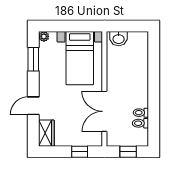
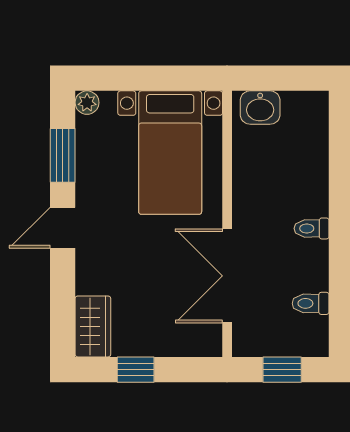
door: (33, 106) -> (63, 228), moved
toilet: (141, 113) -> (312, 228), moved
window: (80, 152) -> (136, 370), moved

